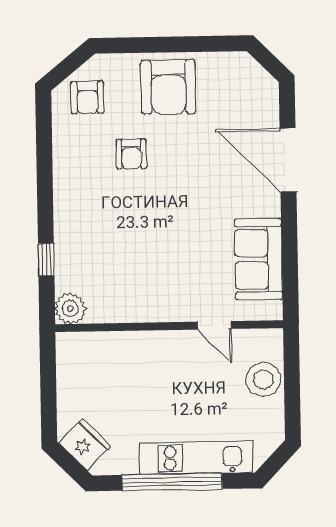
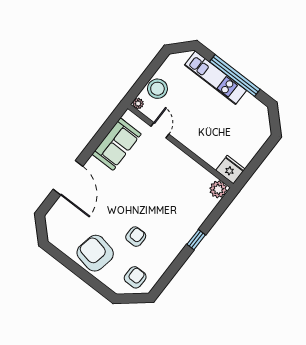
armchair: (168, 87) -> (95, 253), turned -79
window: (46, 260) -> (196, 240), moved
plant: (274, 338) -> (138, 103), added
fridge: (85, 445) -> (230, 170), moved, turned 135

